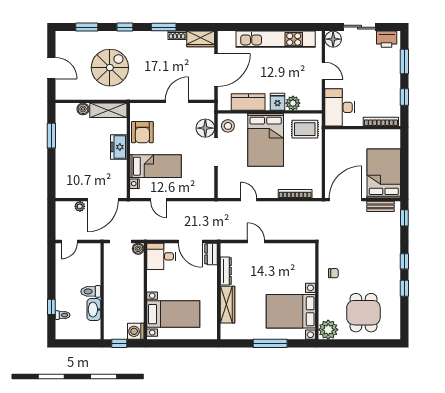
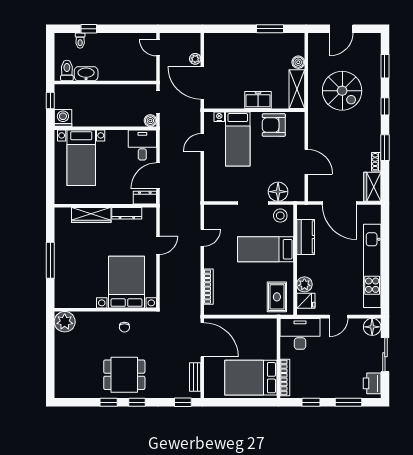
fridge: (278, 102) -> (306, 301), moved
bed: (266, 140) -> (266, 249), width x0.67
bed: (384, 173) -> (251, 378), moved, turned 180
toilet: (91, 291) -> (67, 70), moved
bed with nightstands: (291, 311) -> (127, 282), moved
dining table: (363, 313) -> (124, 375), moved

